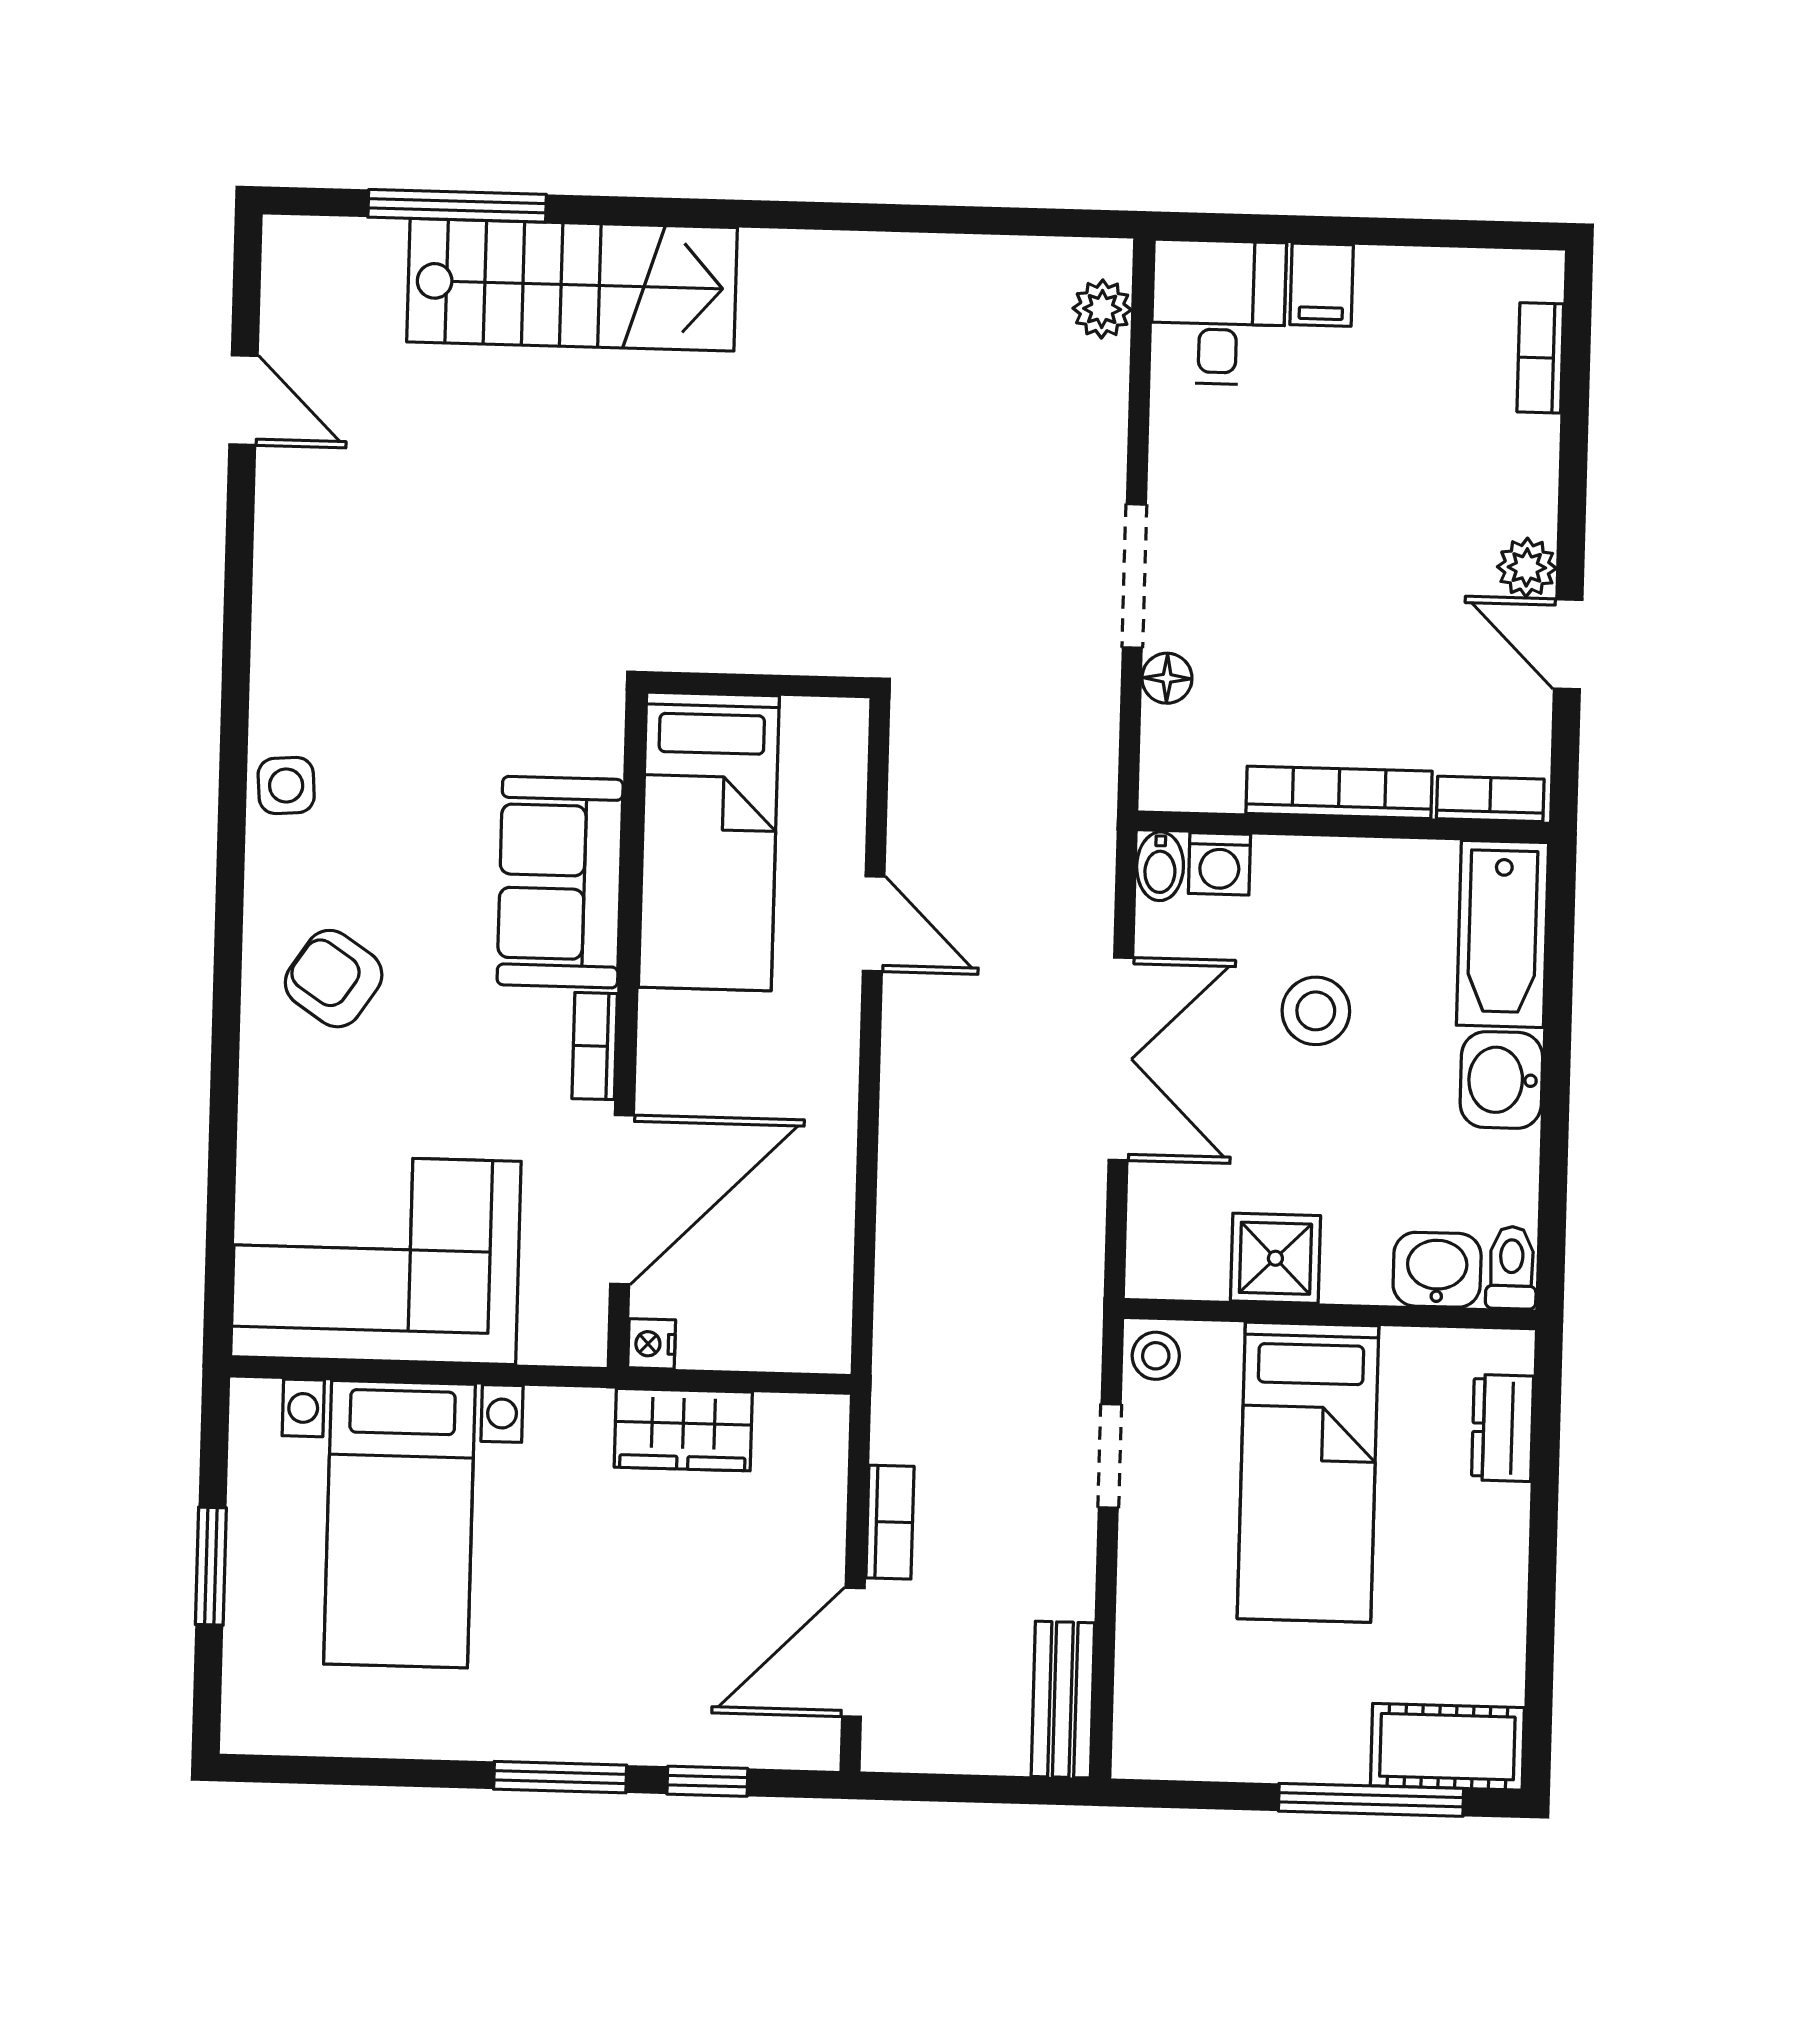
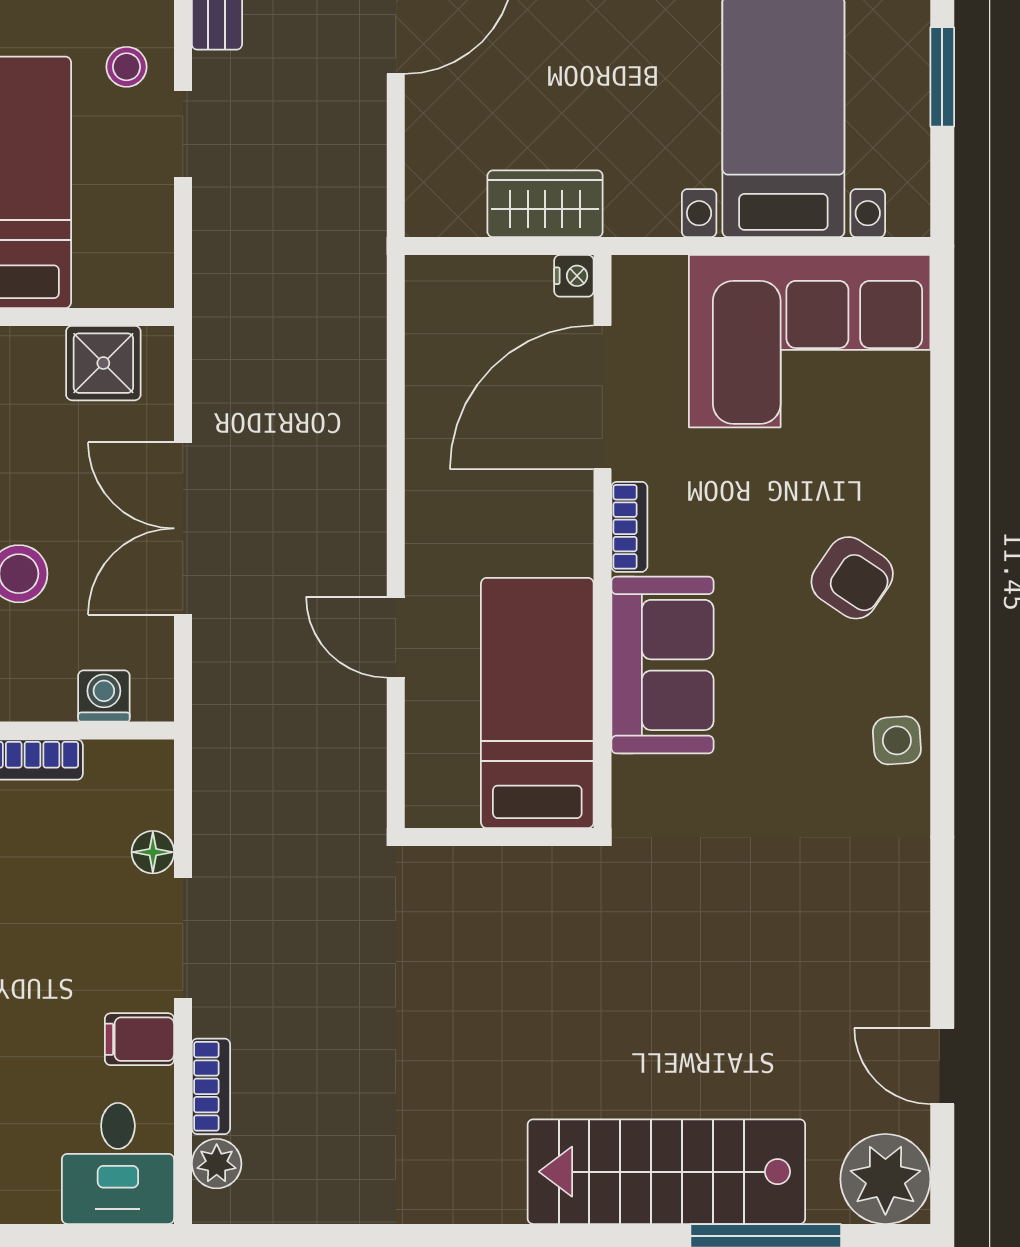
plant: (314, 269) -> (885, 1179), added
filing cabinet: (1322, 285) -> (139, 1039), moved, turned -90
bidet: (1160, 866) -> (154, 693), removed
shower: (1275, 1258) -> (103, 363), moved
stool: (1156, 1356) -> (127, 67), moved
doorway: (1110, 1456) -> (183, 134), moved
bookcase: (890, 1522) -> (211, 1086), moved, turned 180

